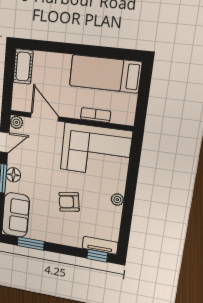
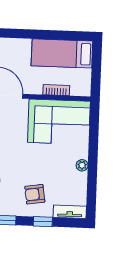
armchair: (69, 202) -> (35, 194), moved
window: (97, 256) -> (43, 222), moved

